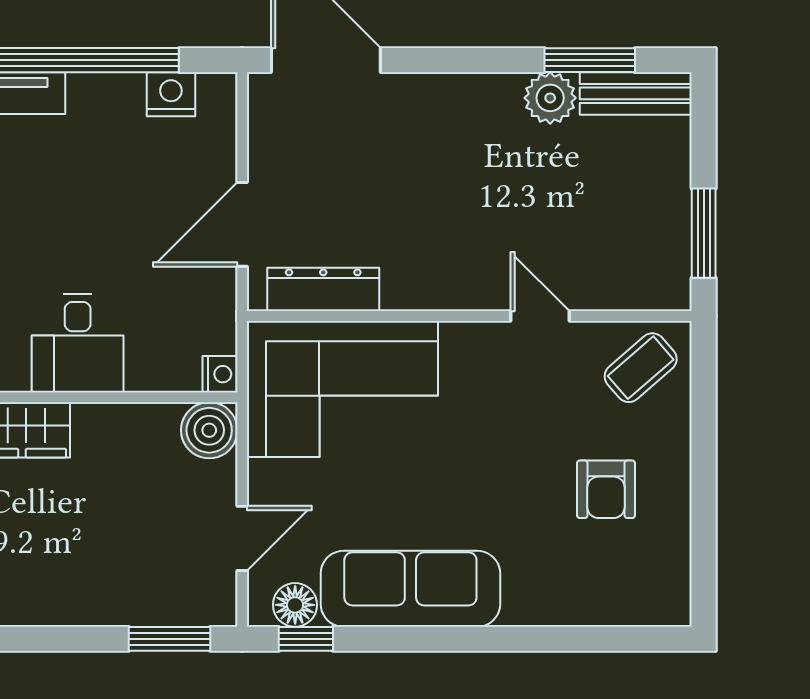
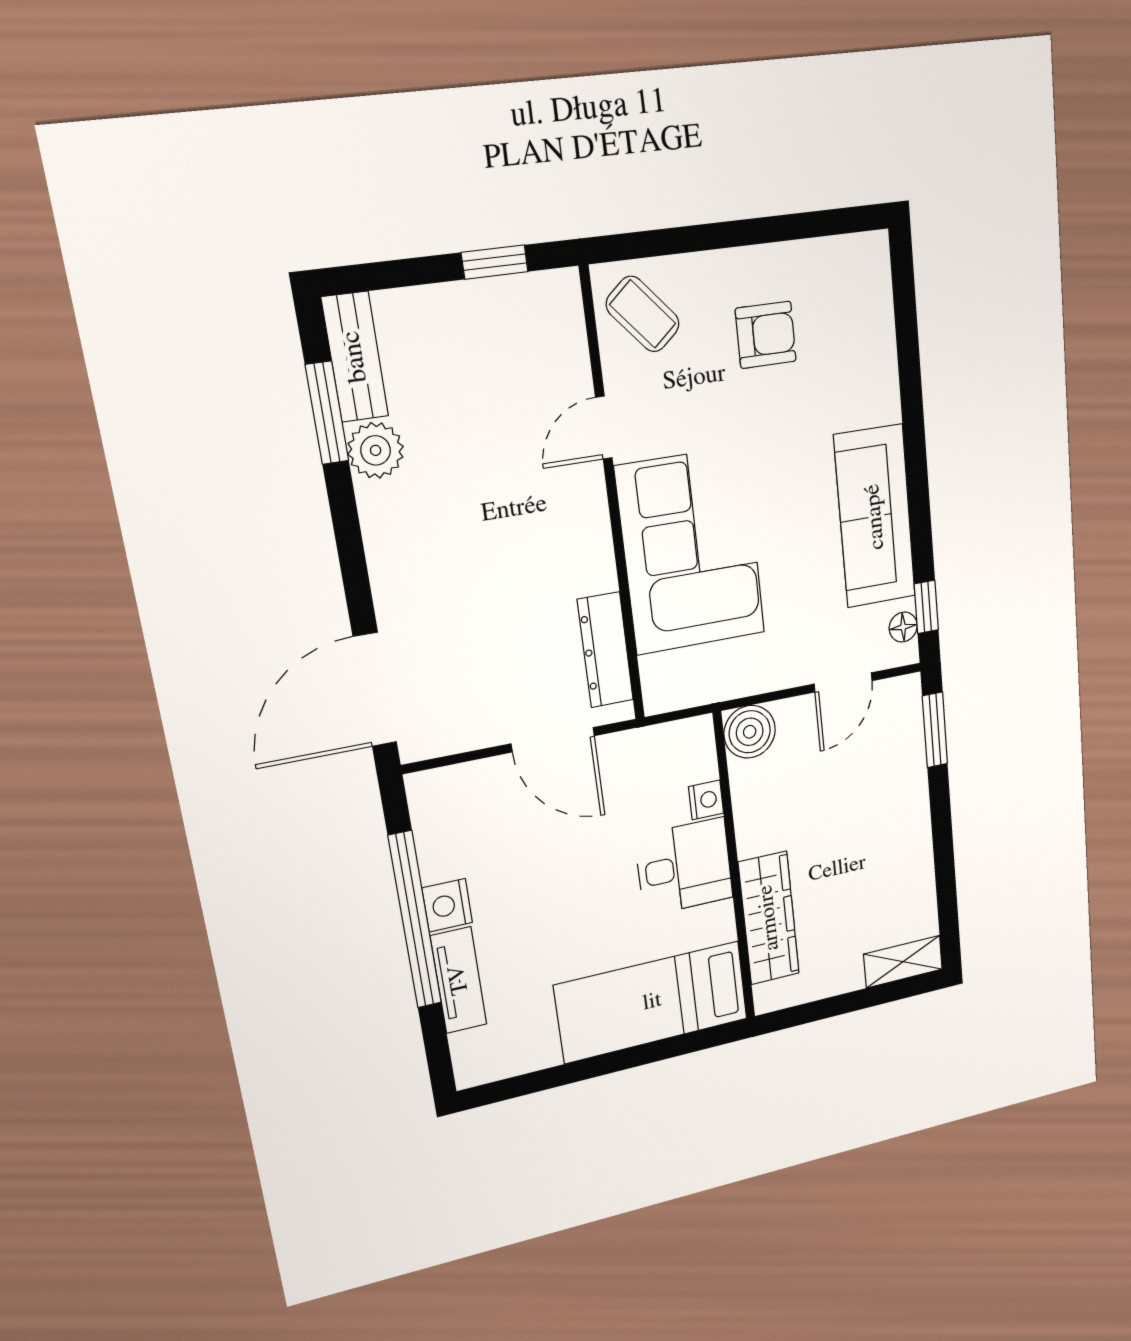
nightstand: (171, 94) -> (447, 905), moved
window: (704, 233) -> (495, 262), width x0.67
nightstand: (220, 374) -> (706, 800), moved, turned 90
corner sofa: (342, 389) -> (691, 551), moved
door: (242, 538) -> (843, 682), swing flipped
floor lamp: (295, 605) -> (903, 627), width x0.73, depth x0.73

